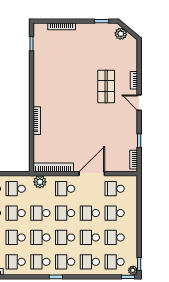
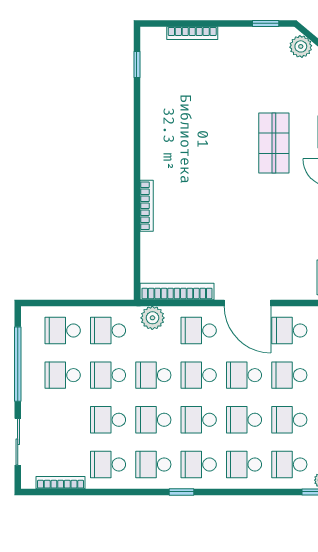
door: (92, 174) -> (248, 303), swing flipped

